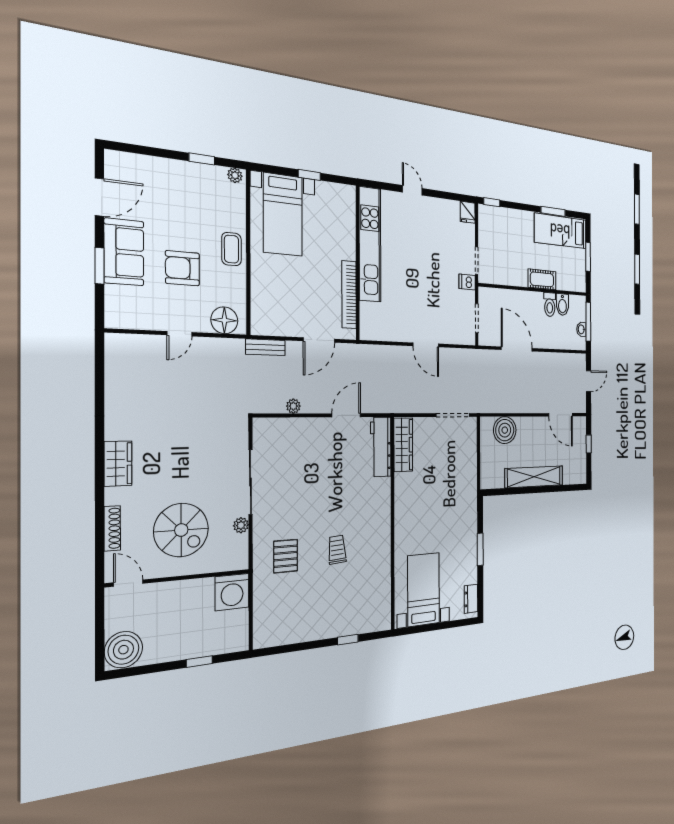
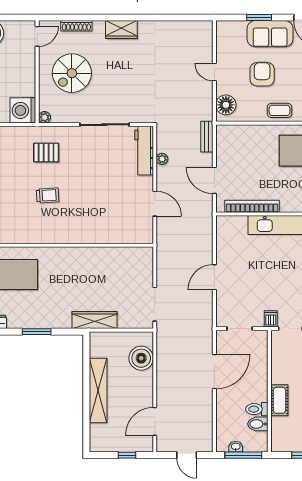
wardrobe: (403, 445) -> (95, 320), moved, turned 180
workbench: (381, 447) -> (144, 151), moved, turned -90
plant: (241, 525) -> (45, 117), moved

